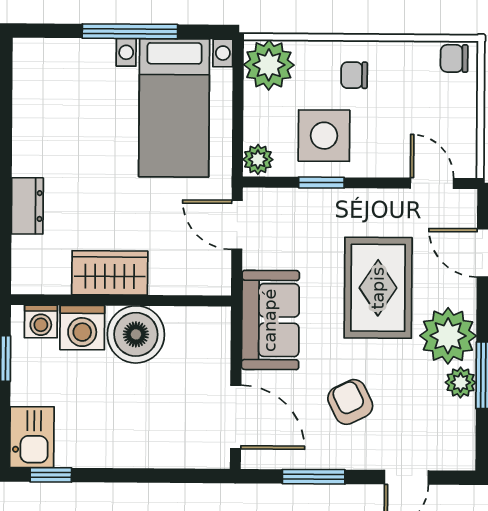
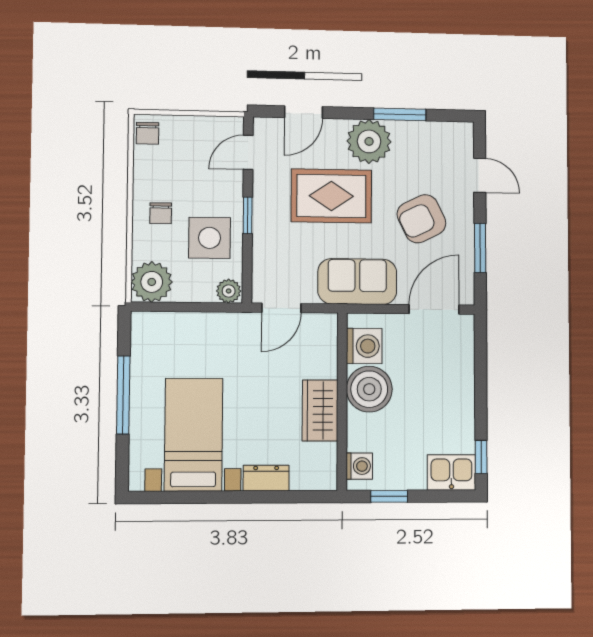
bed with nightstands: (174, 108) -> (194, 435), moved, turned -90
window: (321, 183) -> (248, 215), moved
washing machine: (82, 328) -> (364, 346), moved
plant: (461, 382) -> (406, 132), removed
armchair: (350, 402) -> (421, 219), width x1.38, depth x1.38

